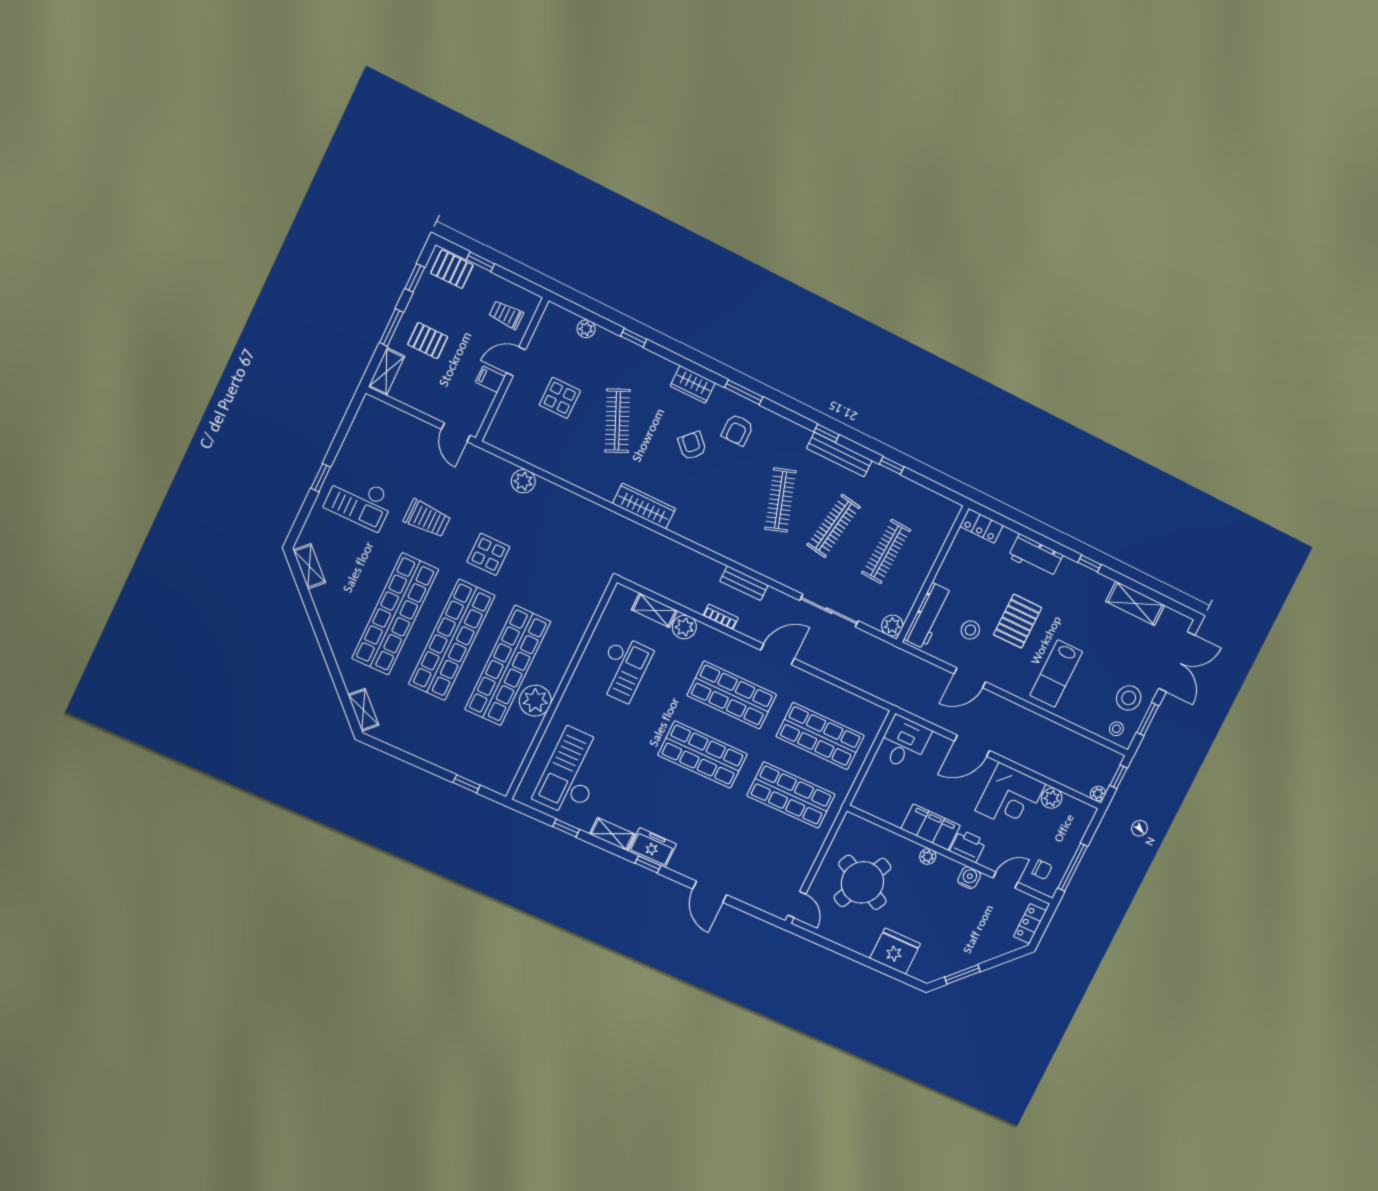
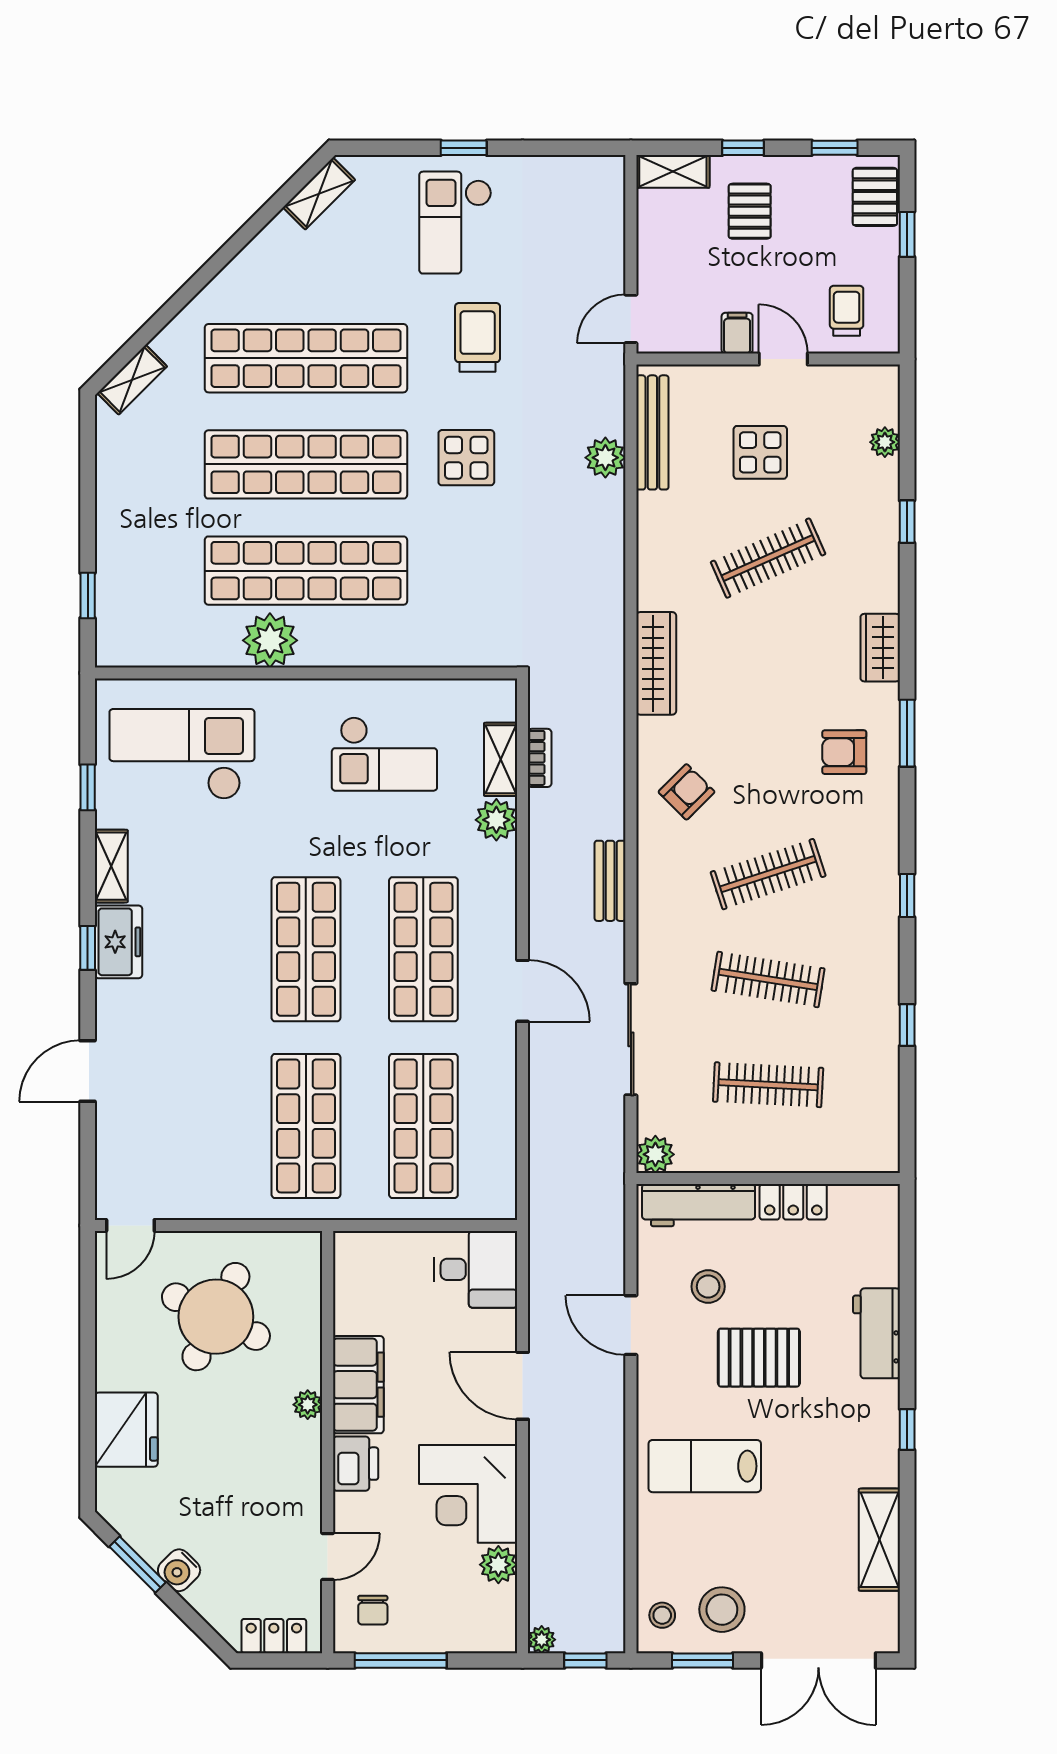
window: (391, 327) -> (743, 148), width x0.67
armchair: (692, 446) -> (687, 792), moved
bench: (839, 455) -> (652, 432), moved
trolley: (427, 518) -> (478, 337), turned 180
locker: (981, 526) -> (793, 1202), moved, turned -90
bookcase: (721, 617) -> (540, 758), moved
water cooler: (969, 878) -> (179, 1570), moved, turned 135
door: (1005, 880) -> (328, 1557), hinge flipped

